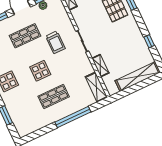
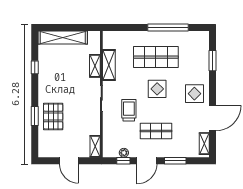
shelving: (96, 87) -> (109, 65), moved
shop shelf: (54, 96) -> (156, 57), width x1.43, depth x1.36
window: (73, 117) -> (168, 27), moved

